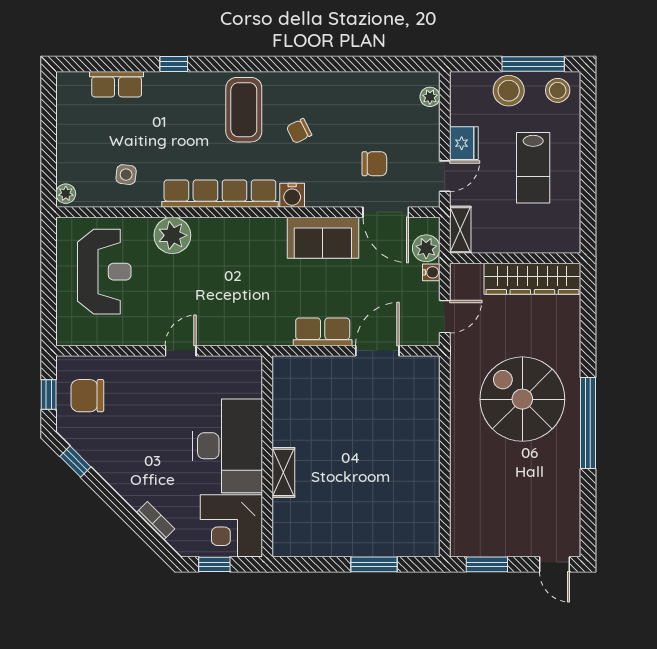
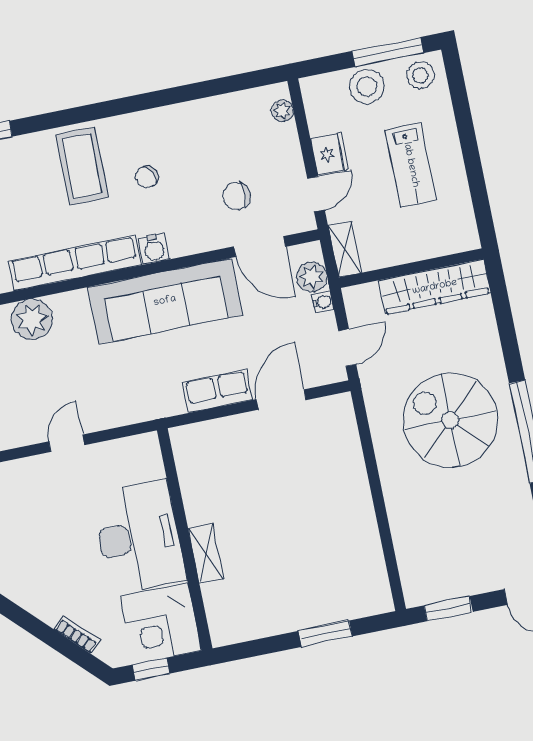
chair: (374, 164) -> (237, 196), turned 180
sofa: (323, 238) -> (165, 301), width x1.85, depth x1.27

